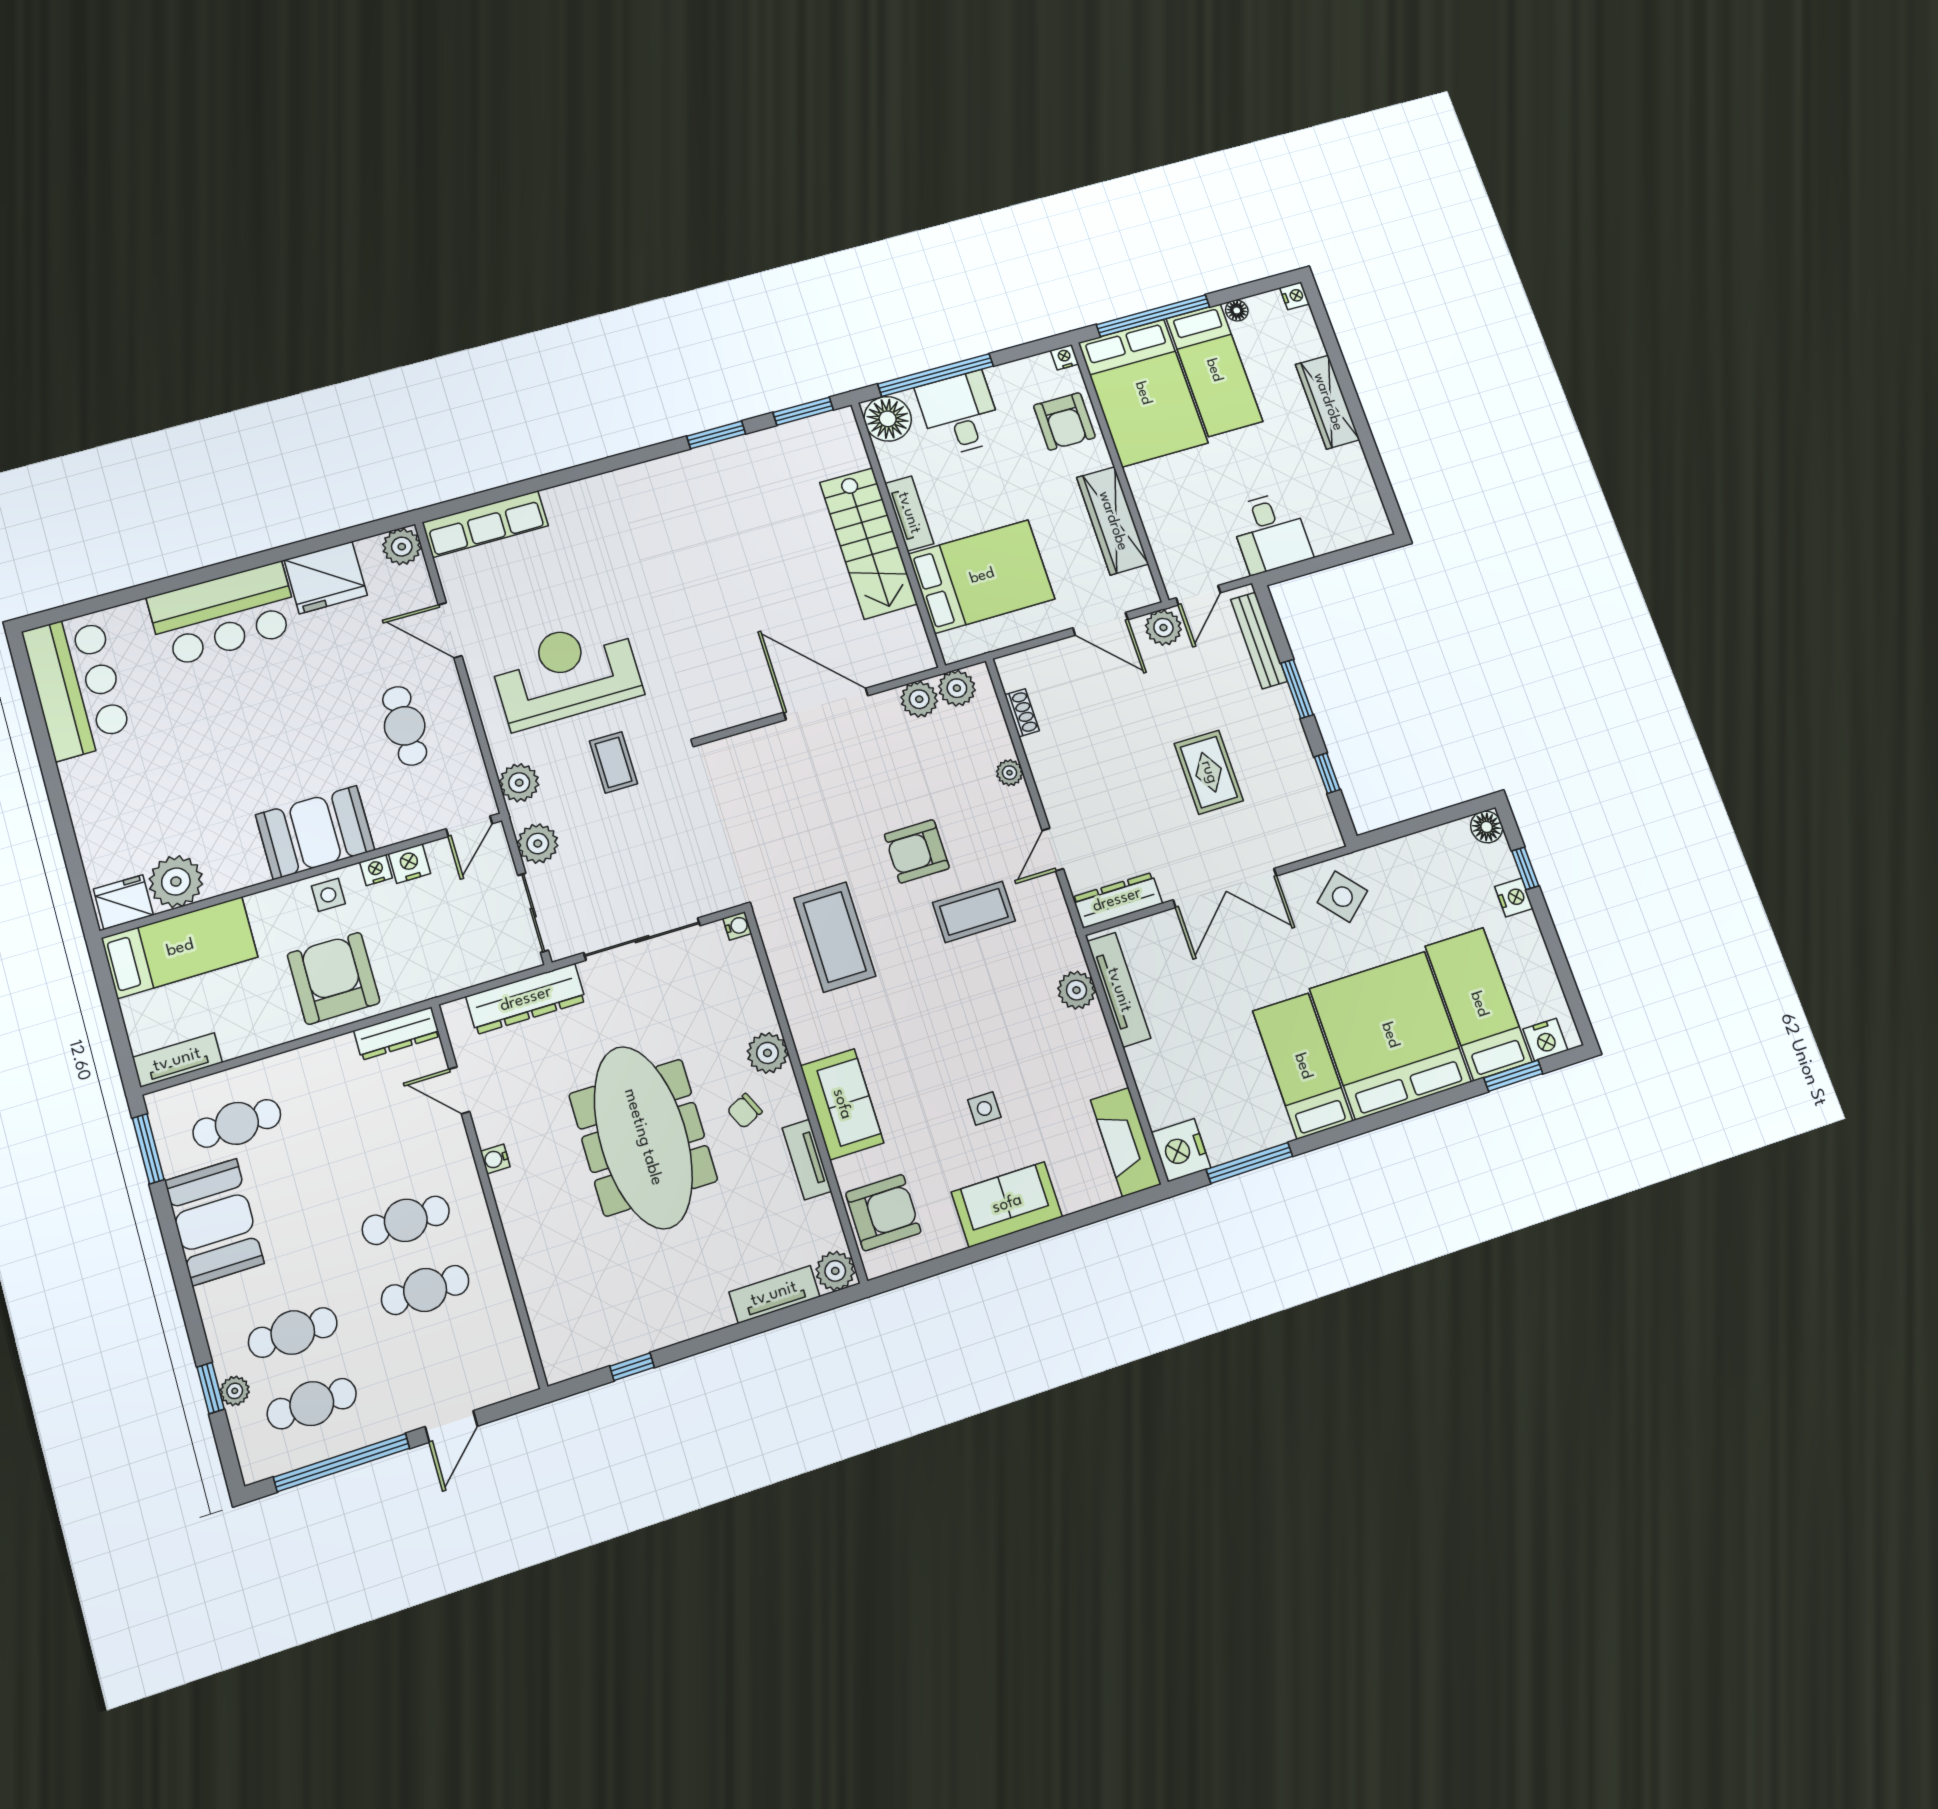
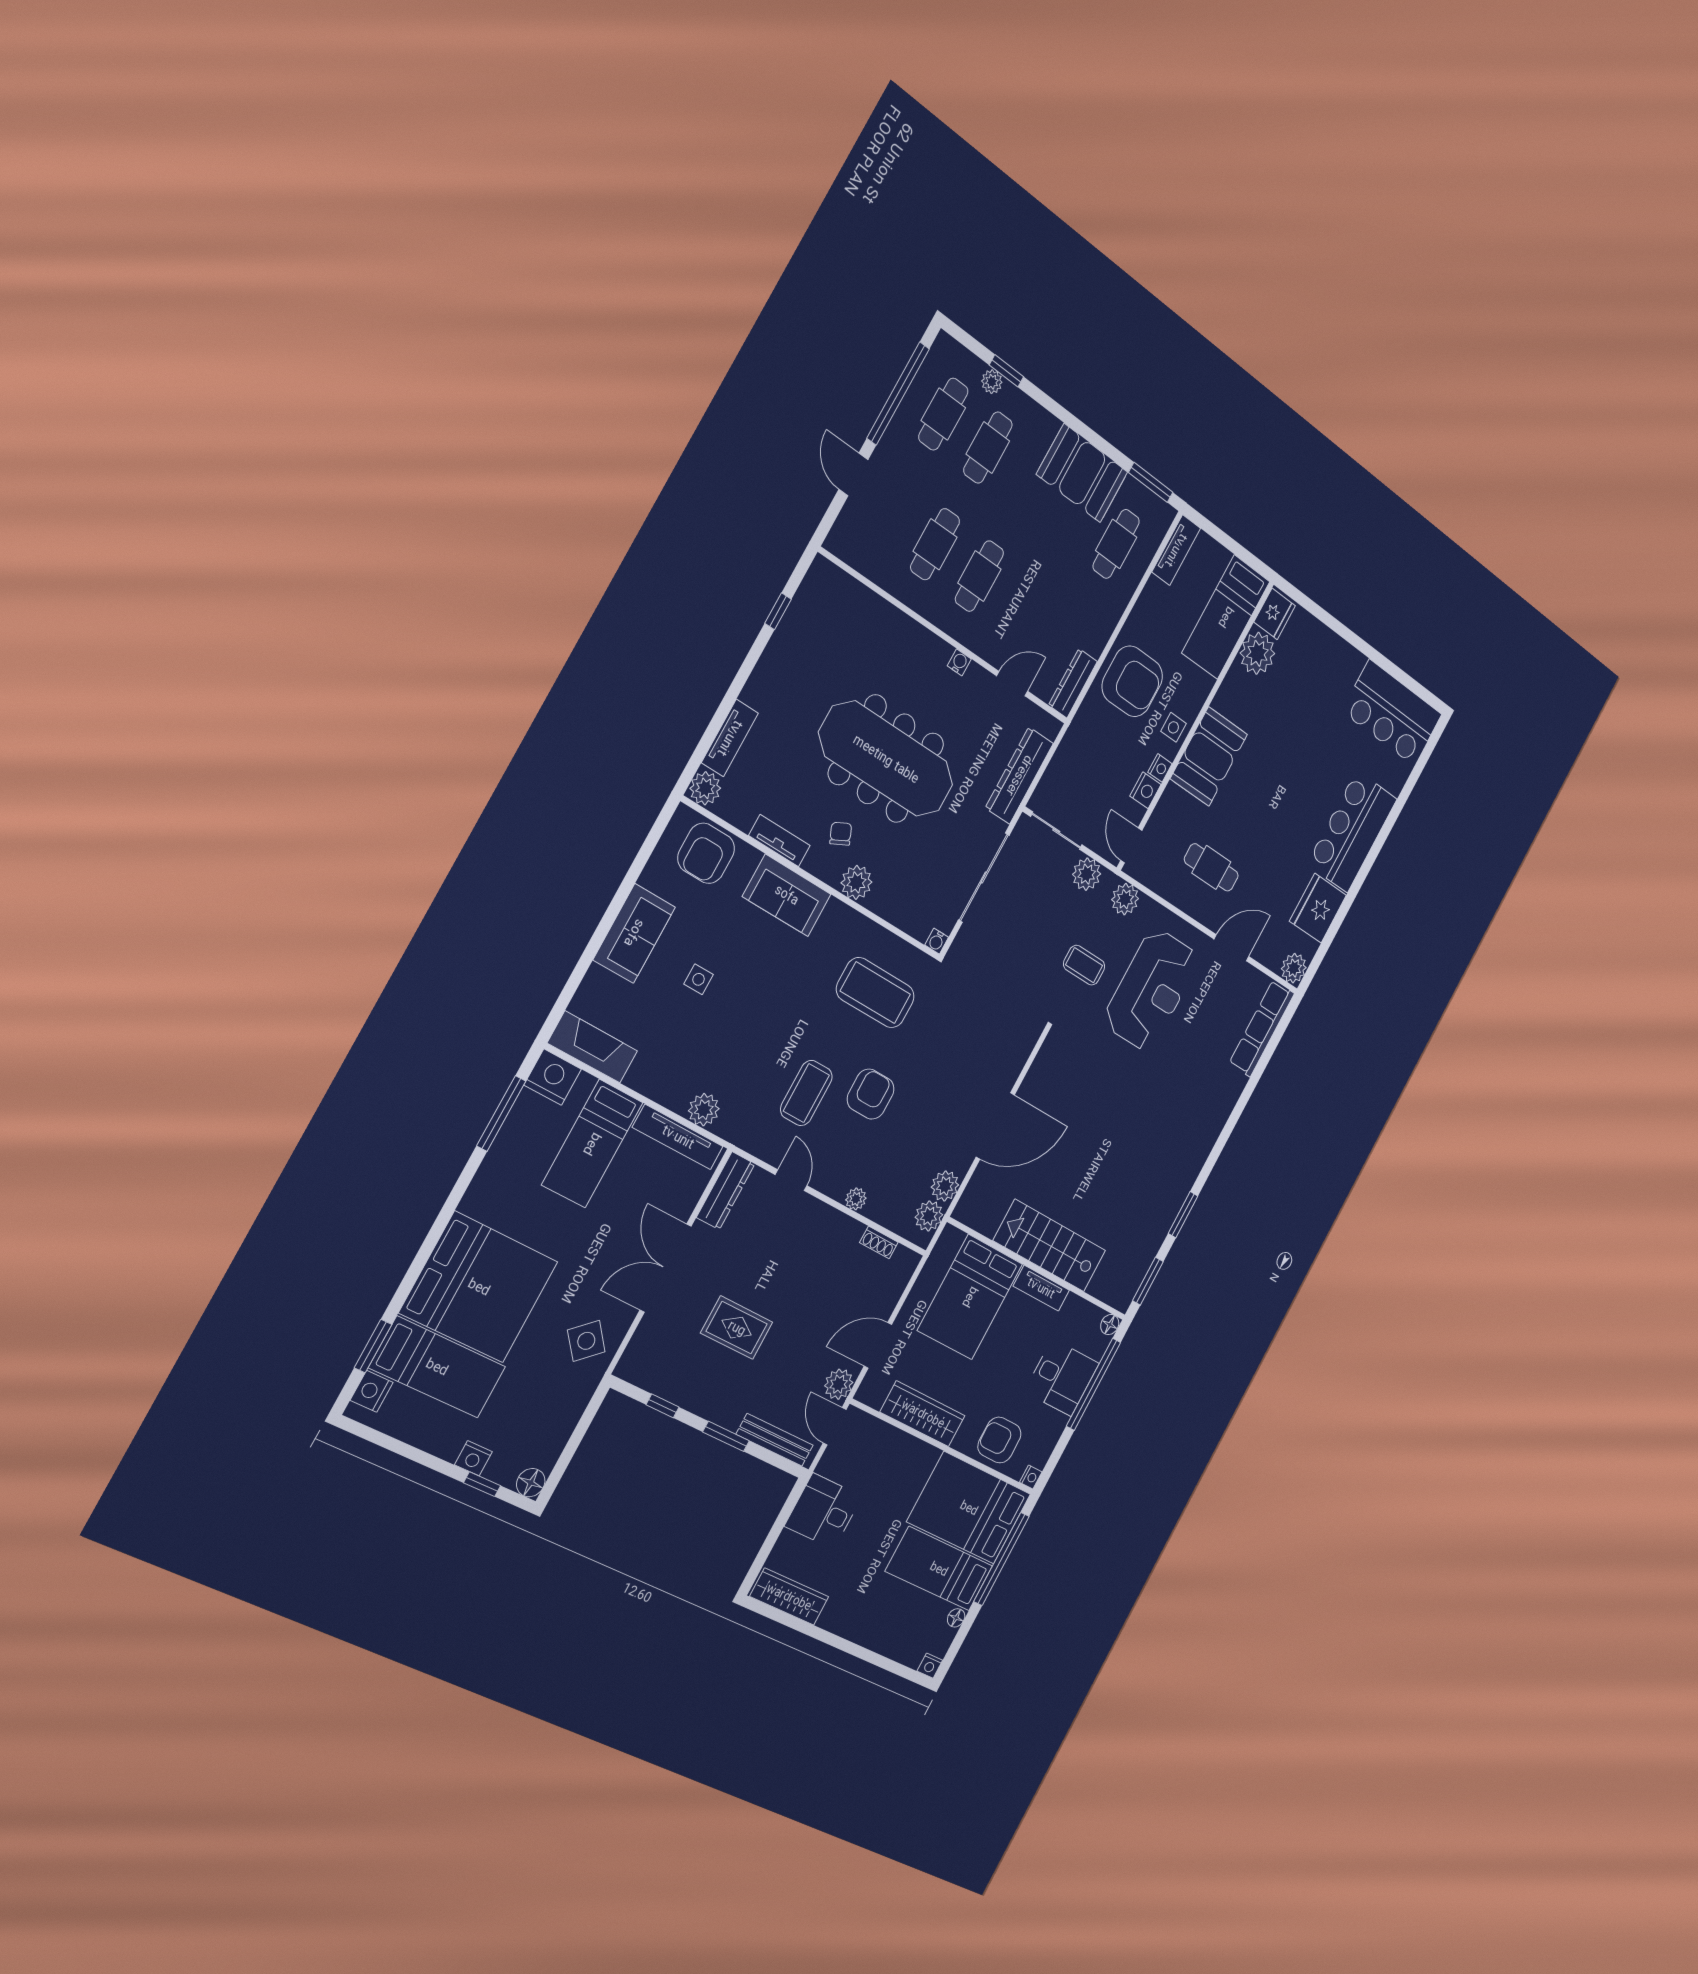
wardrobe: (1328, 402) -> (789, 1597), moved
floor lamp: (888, 419) -> (1110, 1325), width x0.53, depth x0.53
bed: (1303, 1066) -> (592, 1144), moved, turned 90

